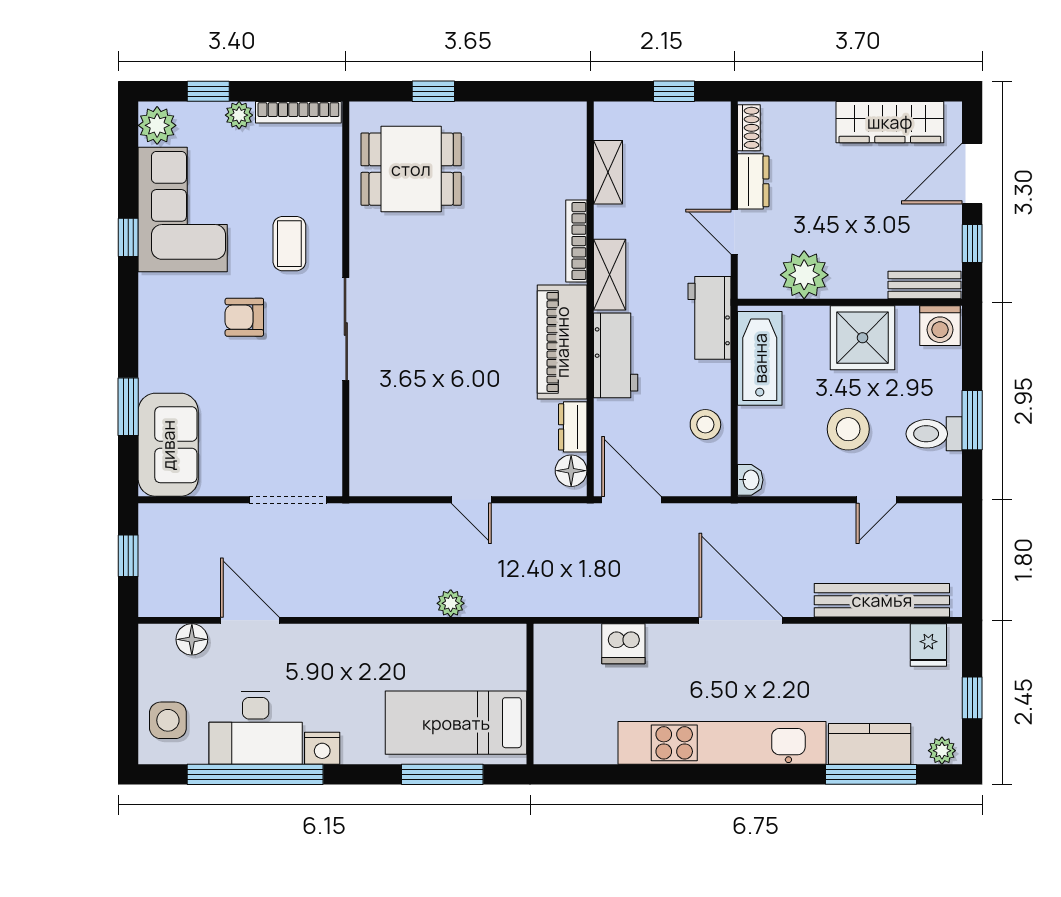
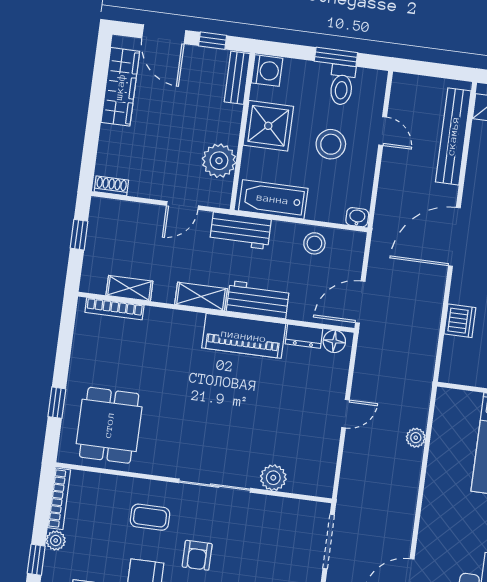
dresser: (753, 181) -> (149, 188), removed
bookcase: (576, 241) -> (114, 309), moved
plant: (368, 410) -> (273, 478), added

